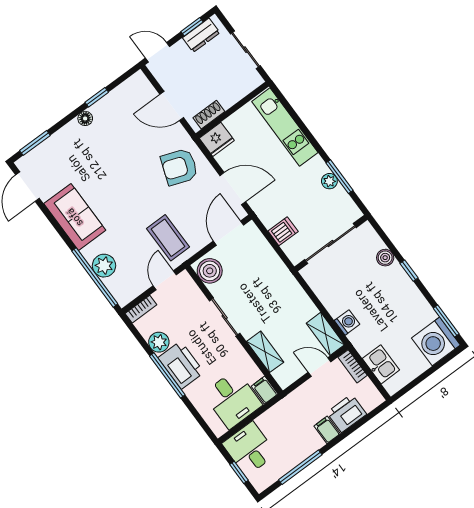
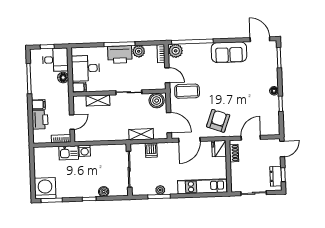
plant: (104, 266) -> (176, 51), moved
shelving: (325, 334) -> (141, 134), moved
kitchen sink: (381, 364) -> (69, 153), moved
floor lamp: (266, 421) -> (63, 78), added

